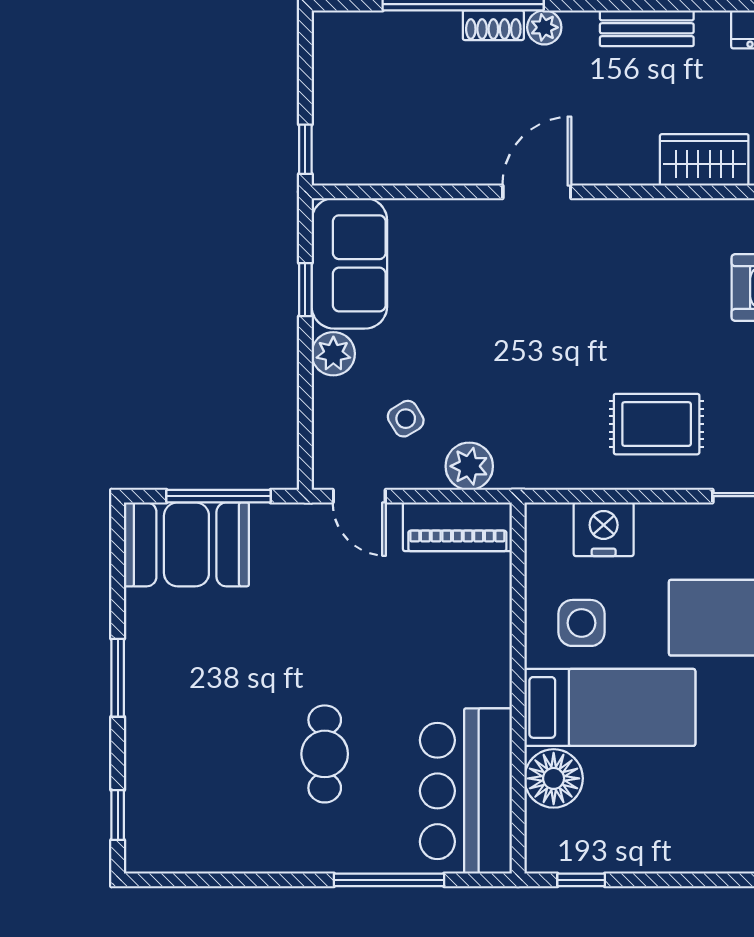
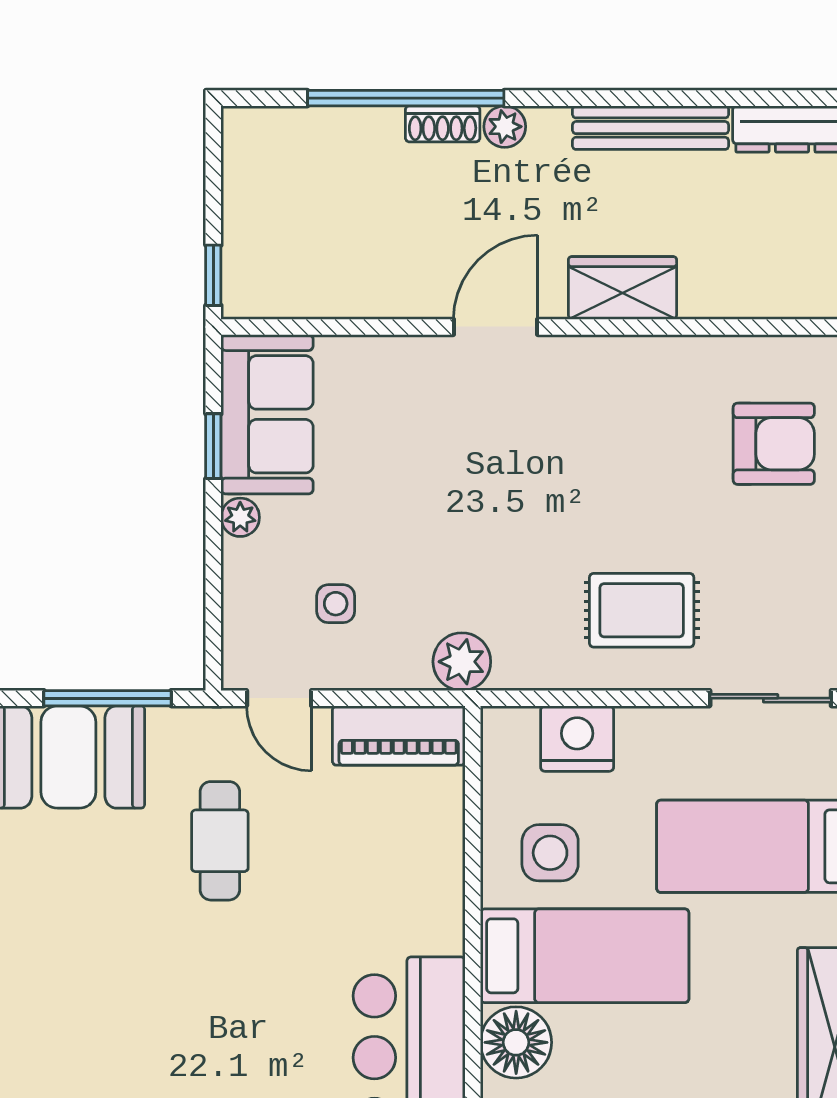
bench: (647, 28) -> (651, 128), width x1.36
wardrobe: (704, 160) -> (622, 288), moved
plant: (333, 354) -> (240, 517), width x0.73, depth x0.73
side table: (406, 419) -> (336, 604), turned 31
plant: (469, 466) -> (462, 662), moved
cafe table: (325, 754) -> (220, 841), moved

